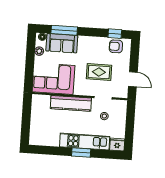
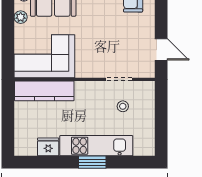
rug: (99, 72) -> (111, 42), removed
kitchen counter: (71, 103) -> (44, 91), moved
fridge: (117, 145) -> (48, 147), moved

